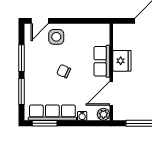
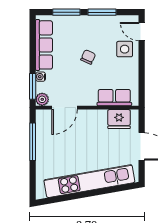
row of seats: (102, 61) -> (114, 98), moved
fridge: (122, 61) -> (119, 119), moved
door: (111, 93) -> (65, 108), swing flipped
window: (45, 123) -> (33, 86), moved

